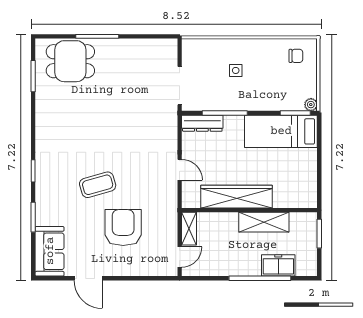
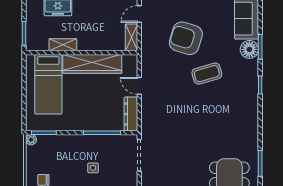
dresser: (202, 123) -> (131, 114), moved, turned -90
bed: (281, 131) -> (48, 84), moved, turned 90
floor lamp: (46, 214) -> (249, 49), added
shelving: (264, 222) -> (63, 45), width x0.67, depth x0.75
armchair: (123, 228) -> (186, 38), turned 107

